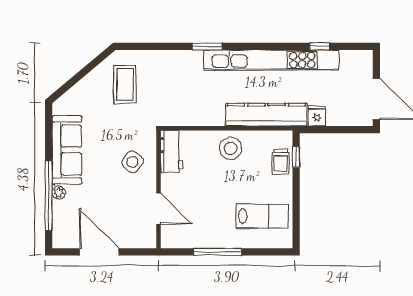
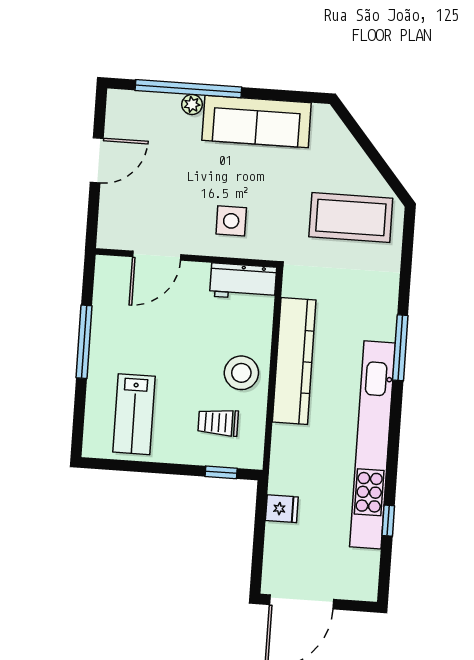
window: (207, 46) -> (400, 348), width x1.44
coffee table: (125, 84) -> (351, 218), width x1.36, depth x1.32
kitchen counter: (266, 115) -> (294, 361), moved
side table: (133, 162) -> (231, 221), turned -38
trolley: (281, 162) -> (218, 422), moved
door: (99, 252) -> (97, 160), width x0.73

